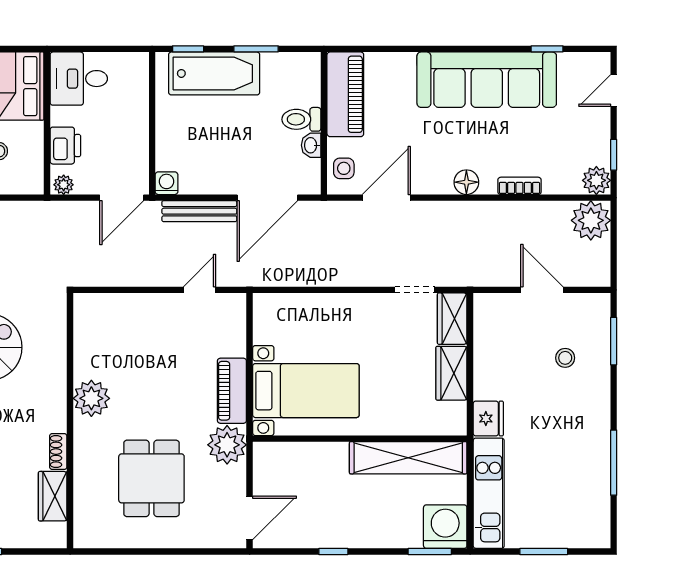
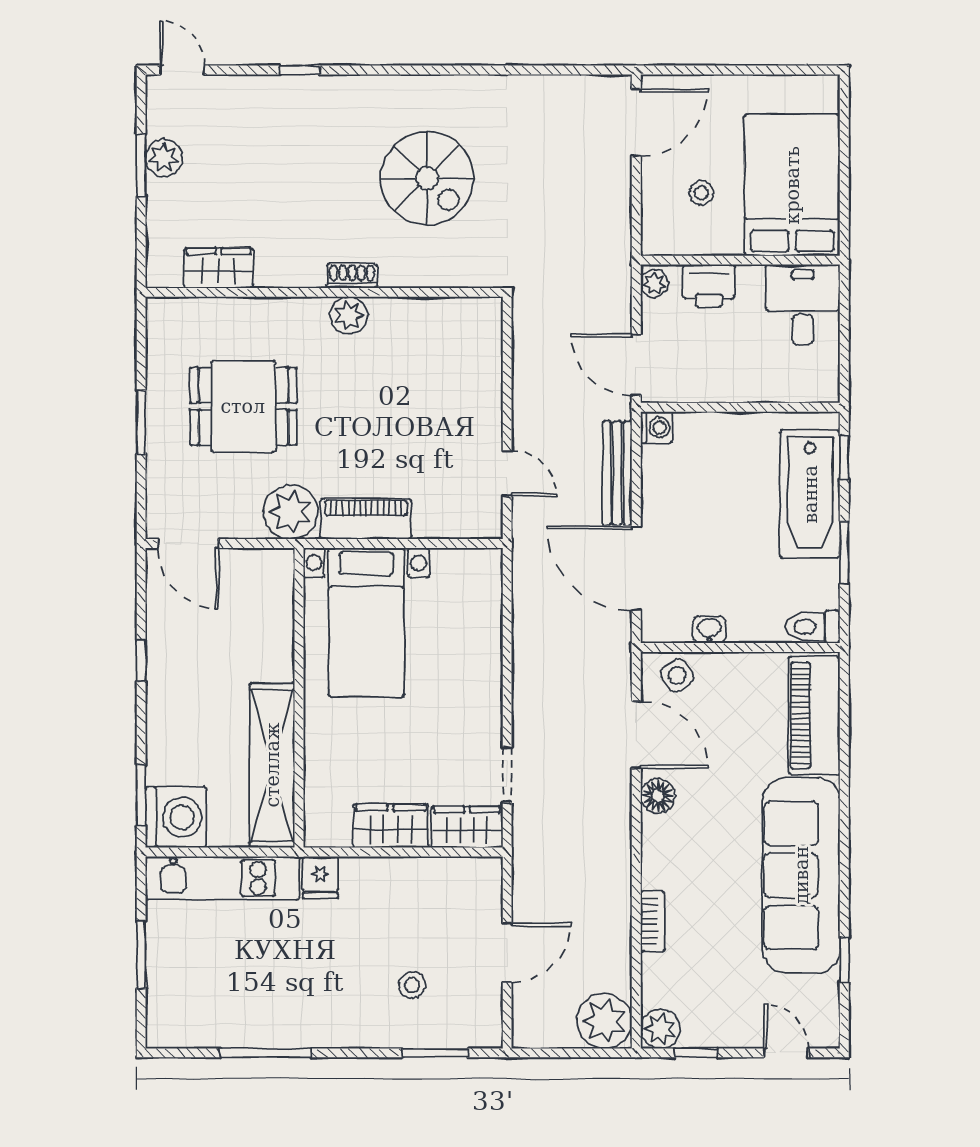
piano: (345, 94) -> (814, 716), moved, turned 90
toilet: (301, 119) -> (813, 627), moved, turned -90
side table: (344, 168) -> (677, 675), turned -33
floor lamp: (466, 182) -> (658, 796), moved
plant: (91, 398) -> (349, 315), width x0.73, depth x0.73
fridge: (488, 419) -> (320, 877), width x0.72
shoe rack: (58, 452) -> (352, 276), moved
window: (163, 551) -> (141, 422), added

